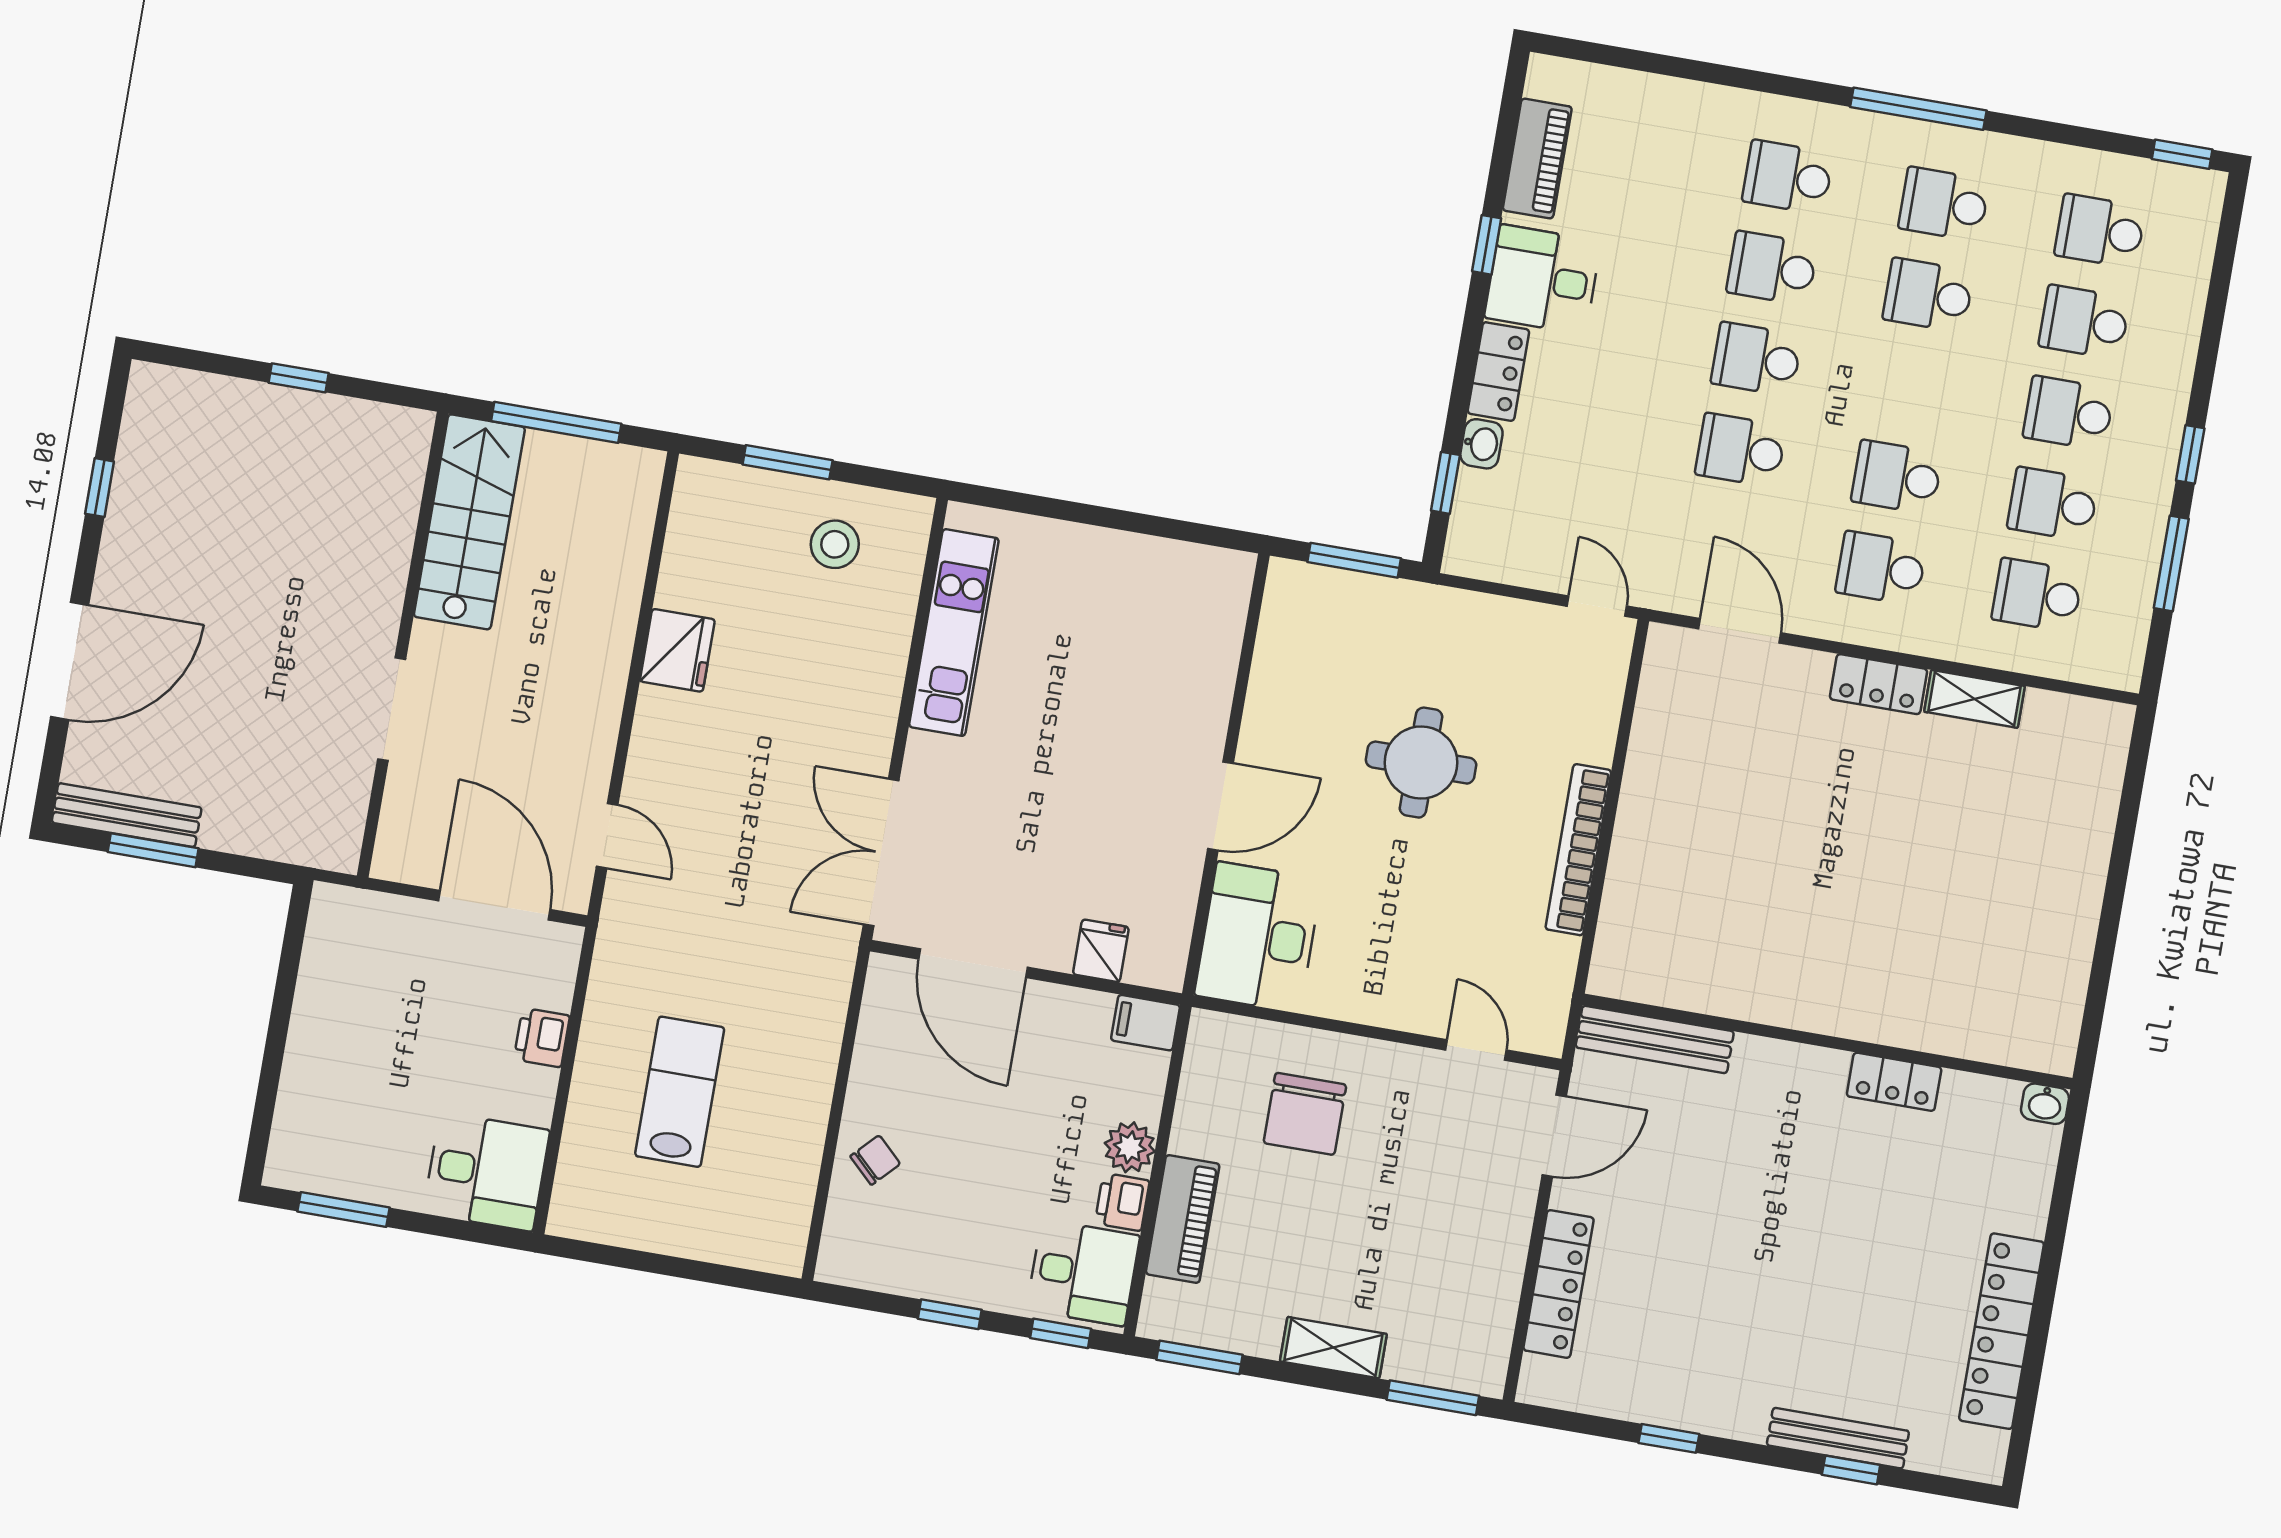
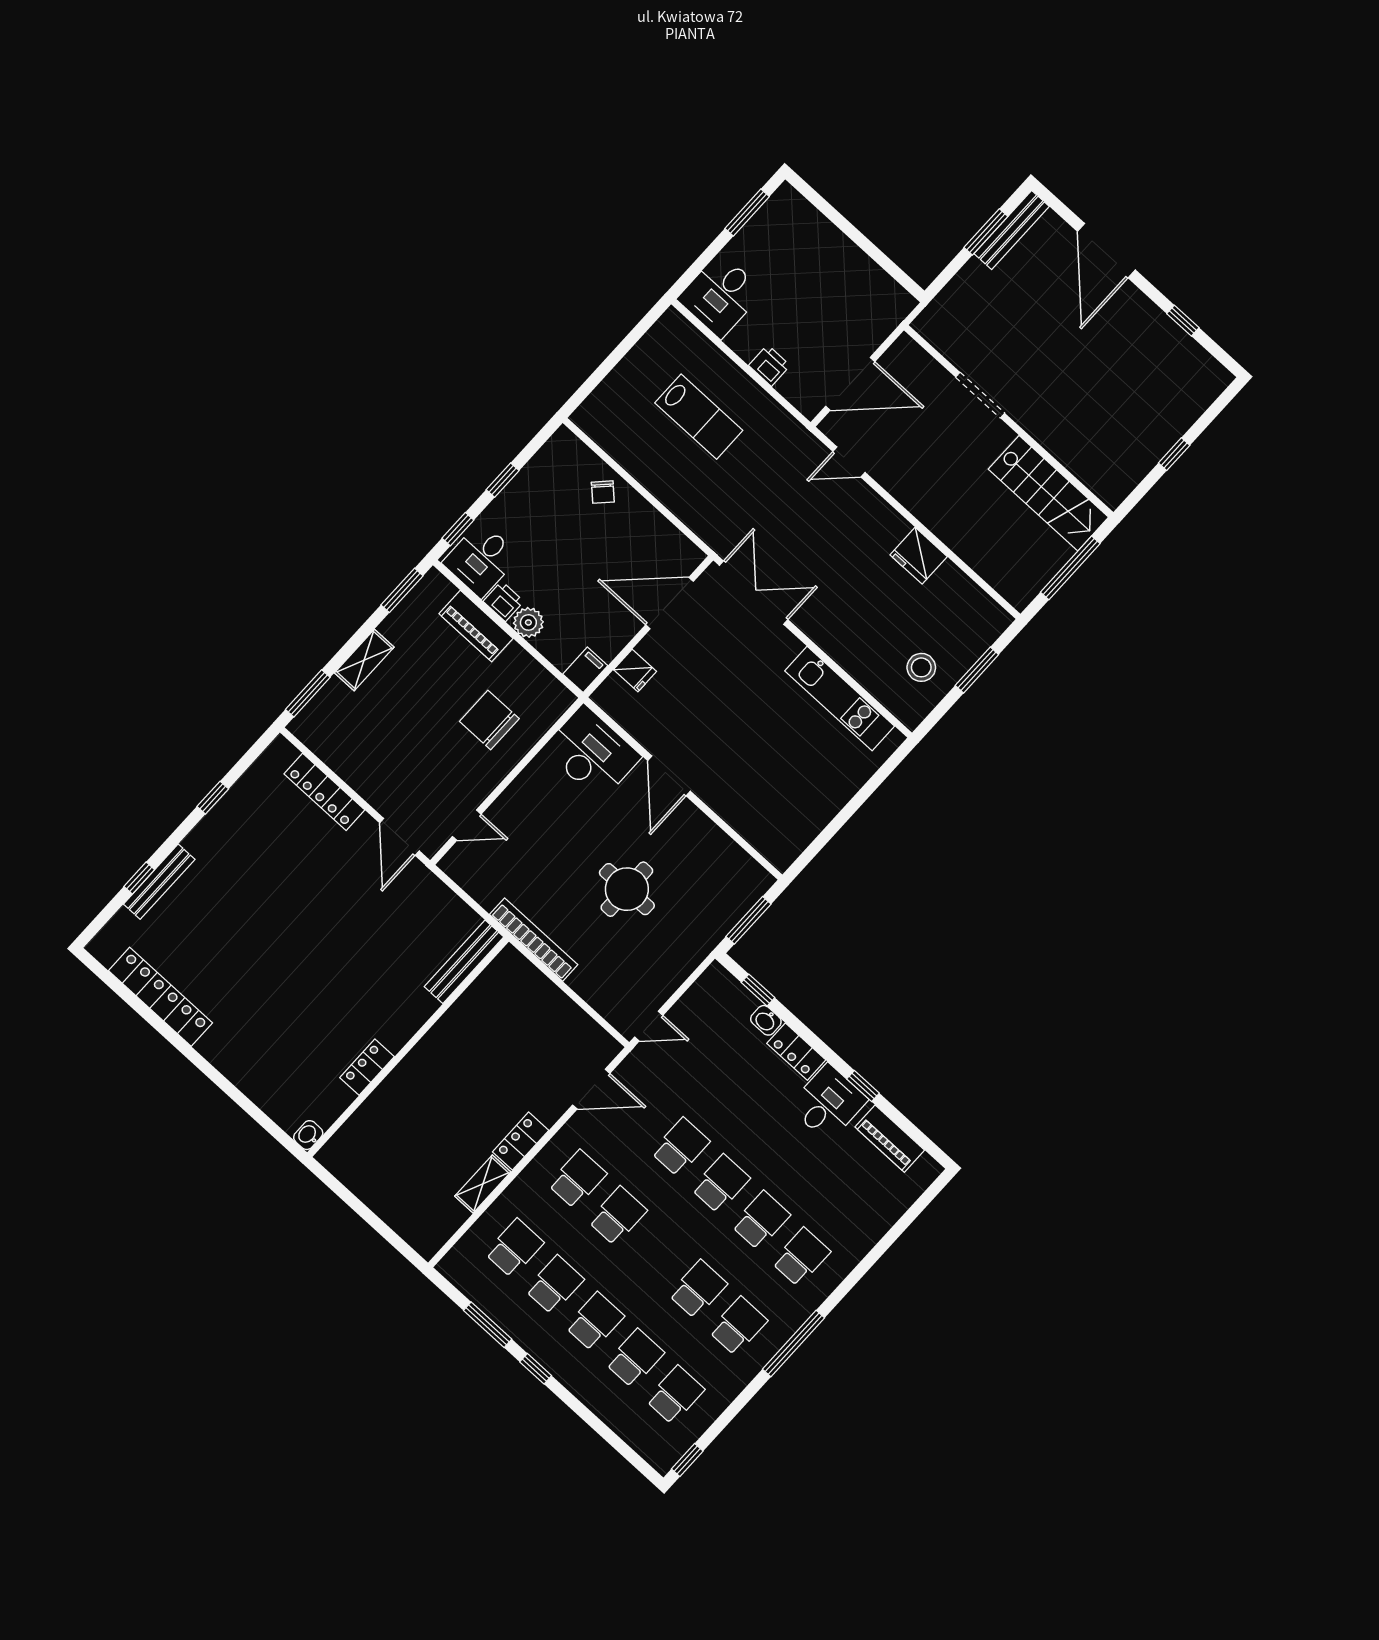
bench: (1655, 1039) -> (464, 962), moved
wall: (1828, 1042) -> (408, 1047), moved
locker: (1894, 1082) -> (367, 1067), moved
washbasin: (2045, 1104) -> (308, 1135), moved

